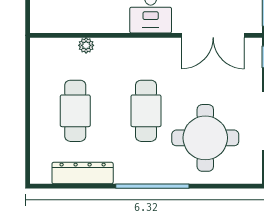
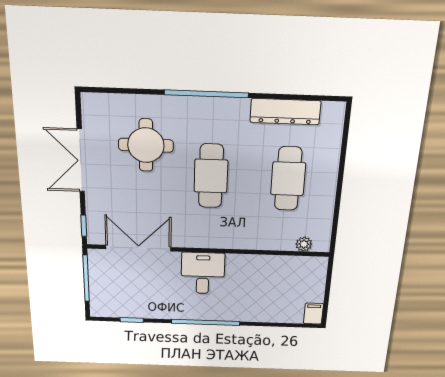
plant: (86, 45) -> (304, 244), moved
round table: (205, 138) -> (146, 145), width x0.73, depth x0.73

